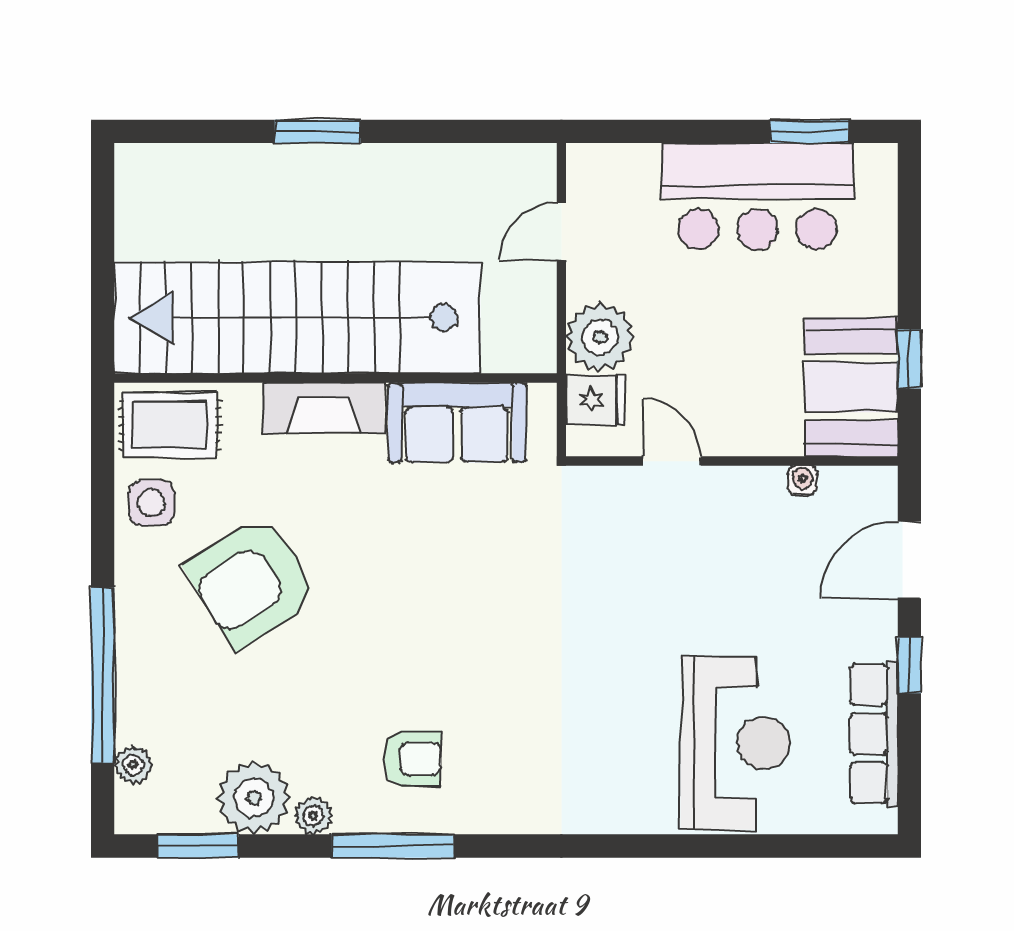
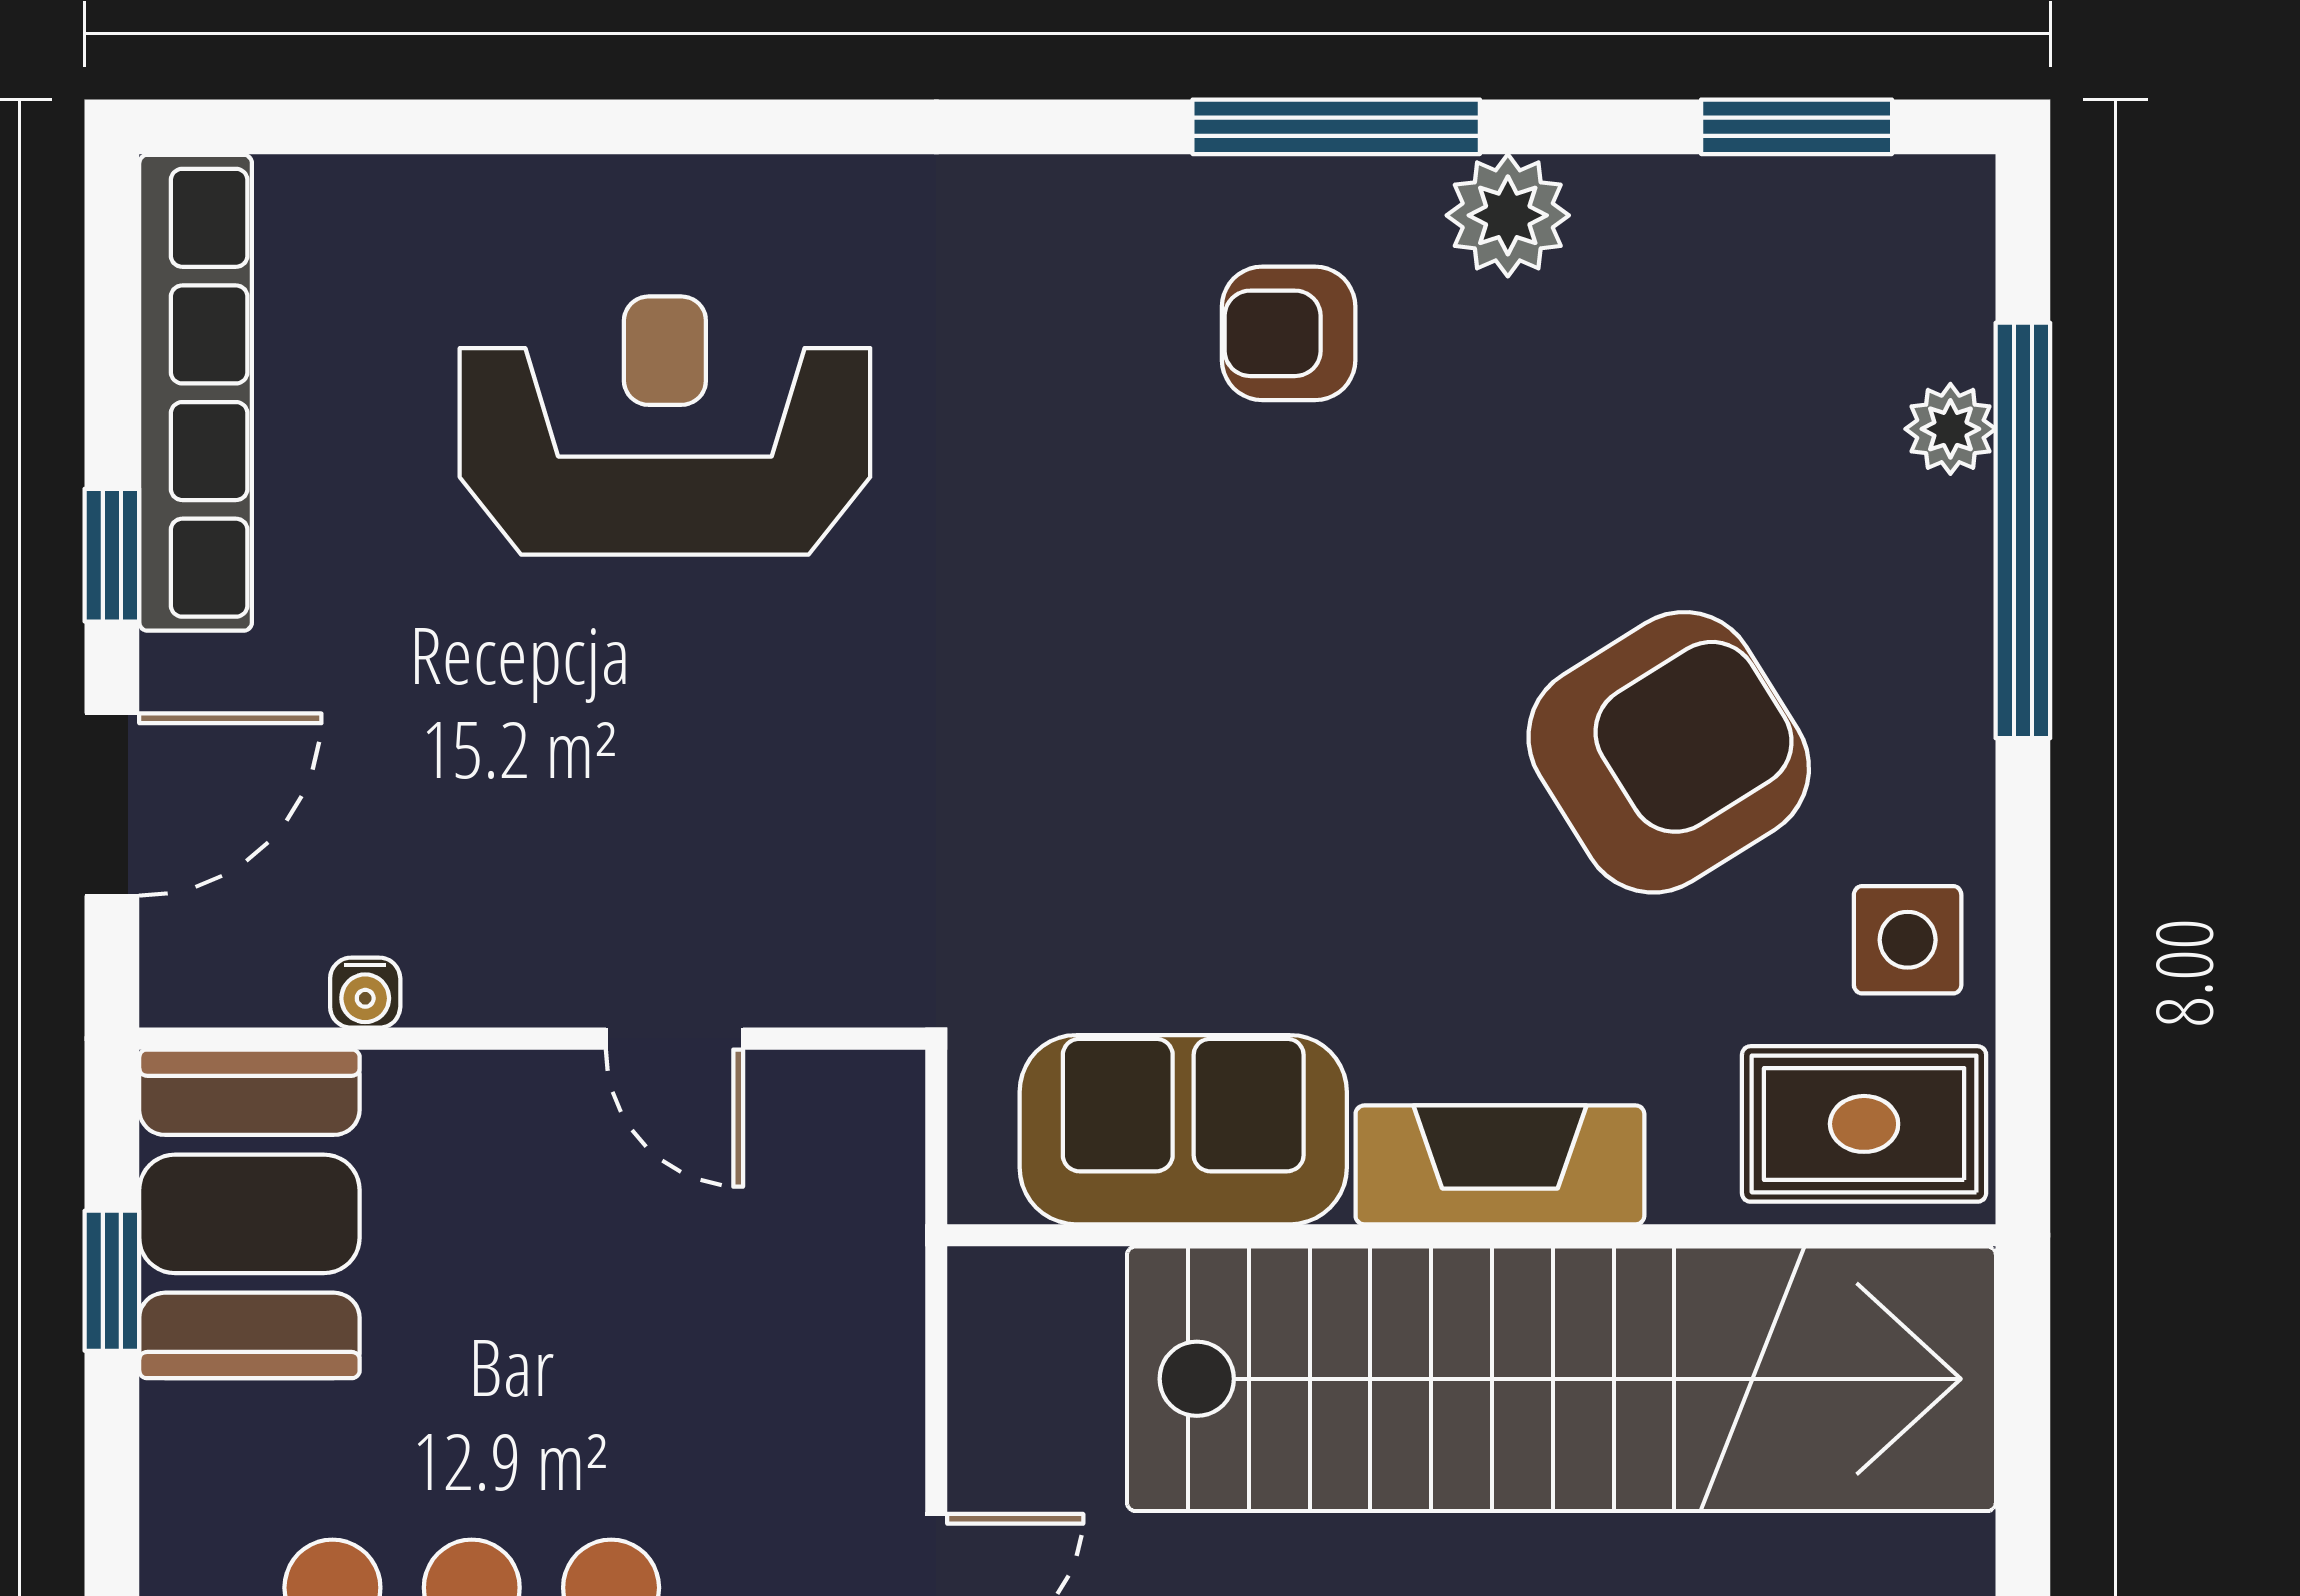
plant: (600, 337) -> (845, 1332), removed
fridge: (596, 400) -> (855, 1184), removed
row of seats: (874, 734) -> (196, 393), width x1.36
reception desk: (735, 743) -> (665, 426), moved, turned 90
plant: (133, 765) -> (1950, 429), moved
plant: (254, 798) -> (1665, 241), removed
plant: (313, 816) -> (1508, 215), width x1.38, depth x1.38

